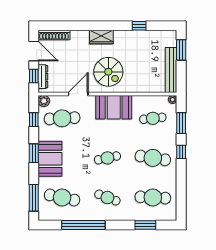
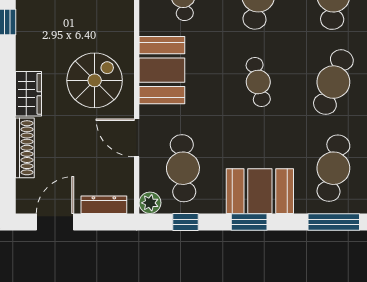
shoe rack: (54, 35) -> (25, 148), moved
window: (34, 76) -> (103, 222), removed
cafe table: (107, 197) -> (333, 82), width x1.37, depth x1.35

